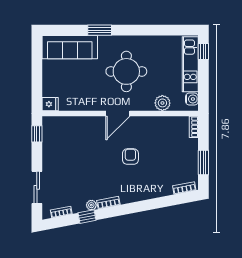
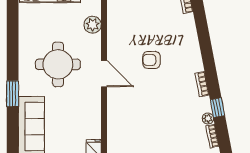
plant: (91, 205) -> (208, 118), moved

